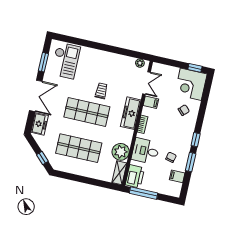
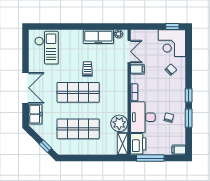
window: (43, 62) -> (25, 54), removed
freezer: (131, 113) -> (98, 37), moved, turned -90
desk: (145, 151) -> (143, 117), width x1.37
filing cabinet: (177, 176) -> (179, 150), moved

